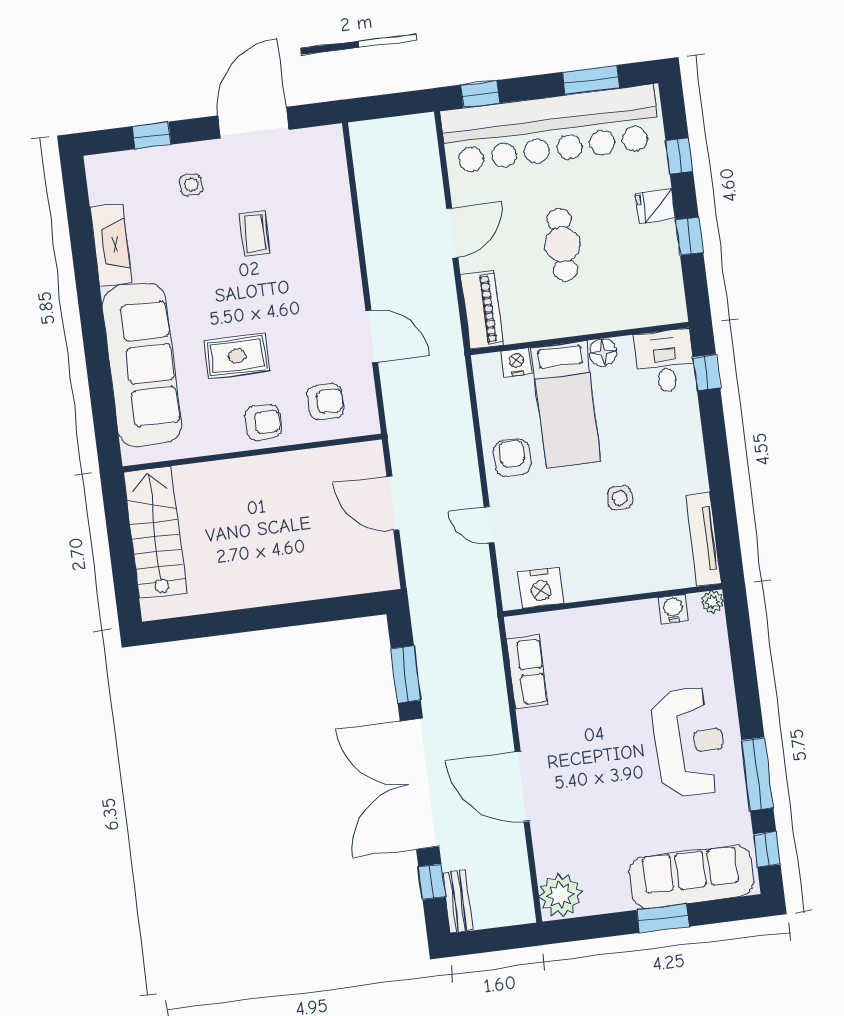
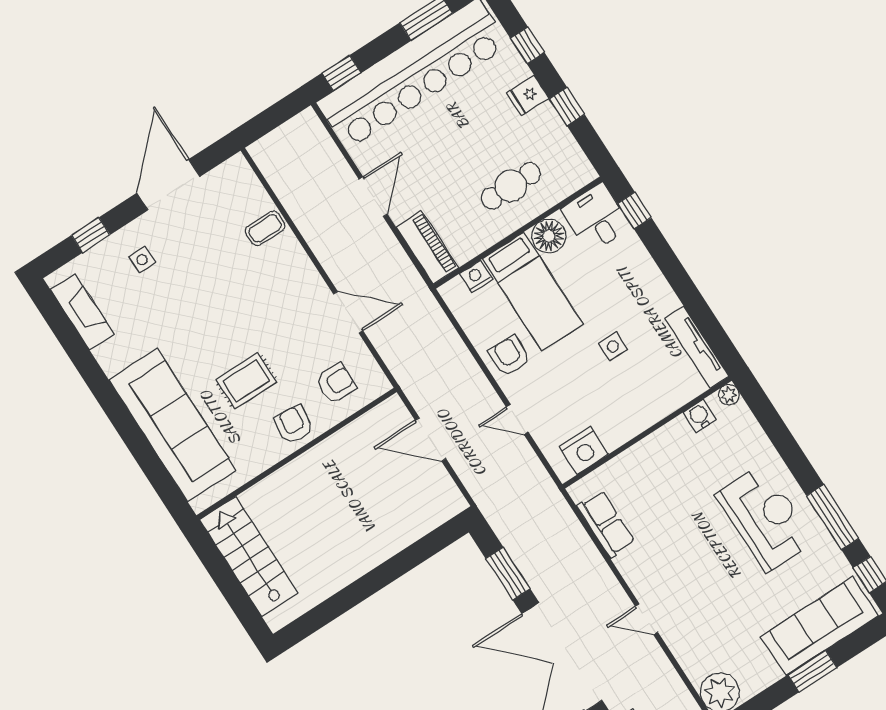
coffee table: (255, 233) -> (265, 228), moved, turned 90
fireplace: (111, 245) -> (82, 312), moved
cafe table: (562, 245) -> (511, 186), moved, turned 90
floor lamp: (603, 352) -> (549, 236), width x1.38, depth x1.38
armchair: (263, 422) -> (294, 425), turned -84
door: (522, 787) -> (646, 619), width x0.53

